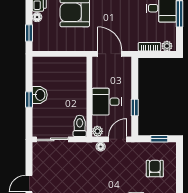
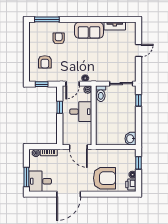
washbasin: (40, 95) -> (131, 139), moved
window: (29, 99) -> (139, 100), moved

